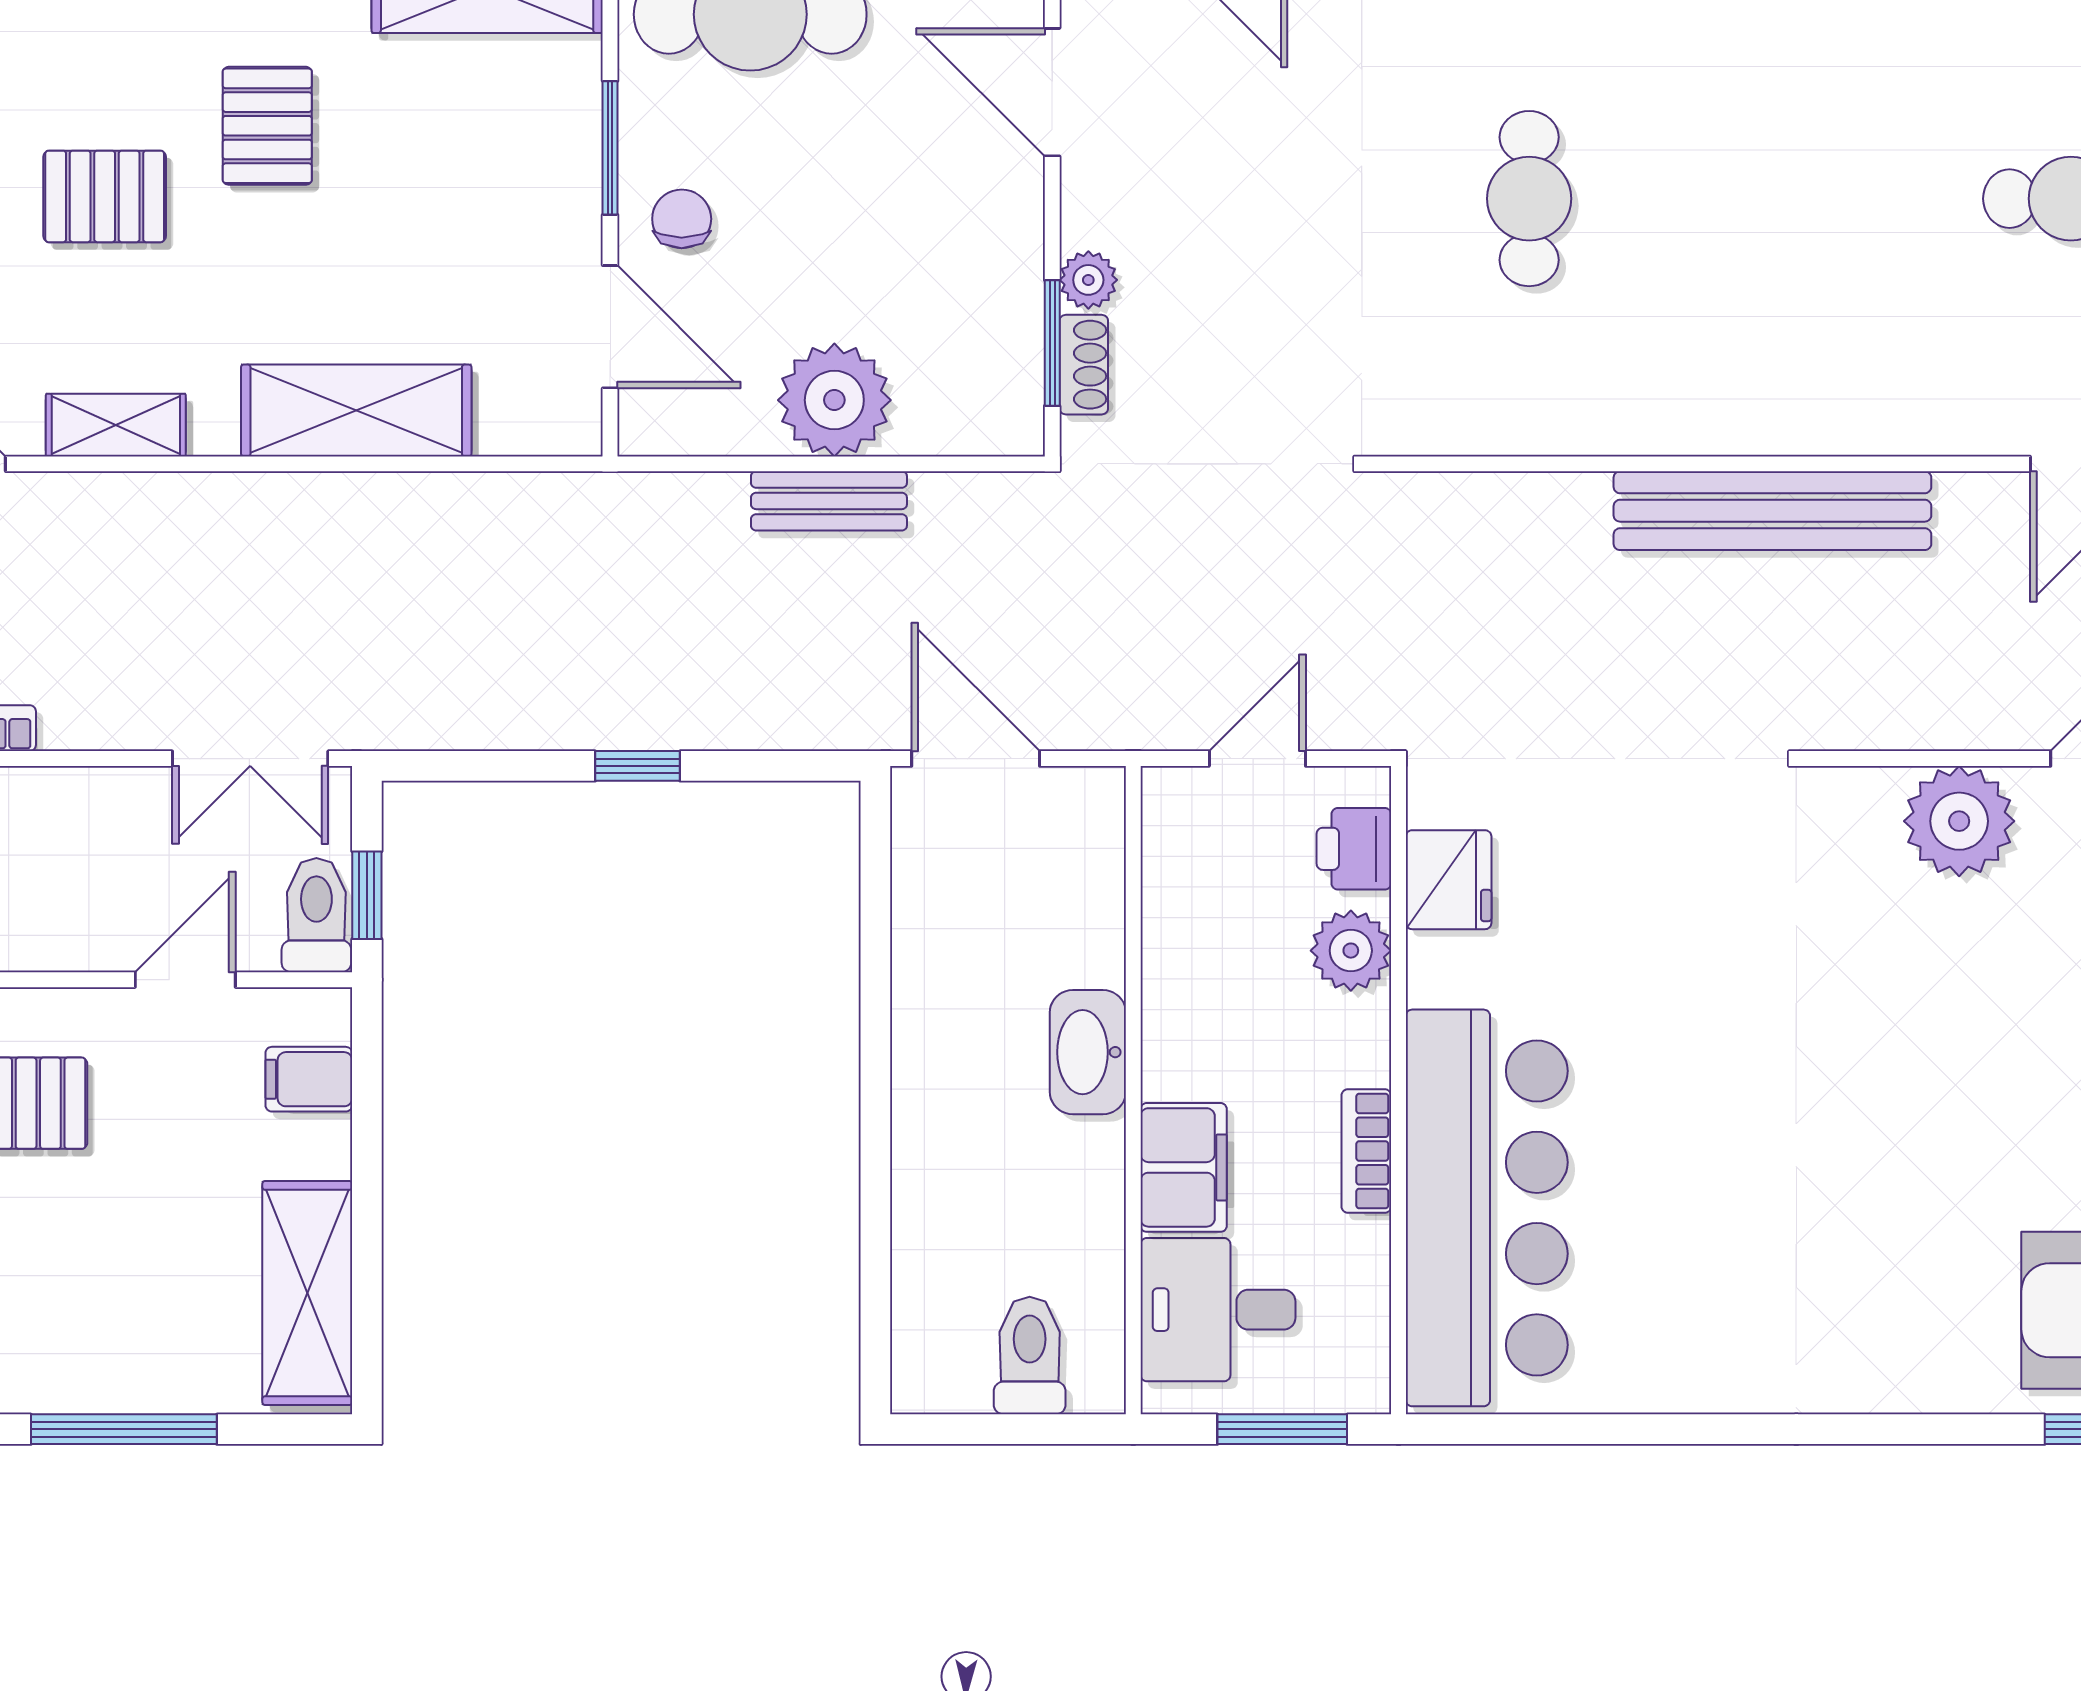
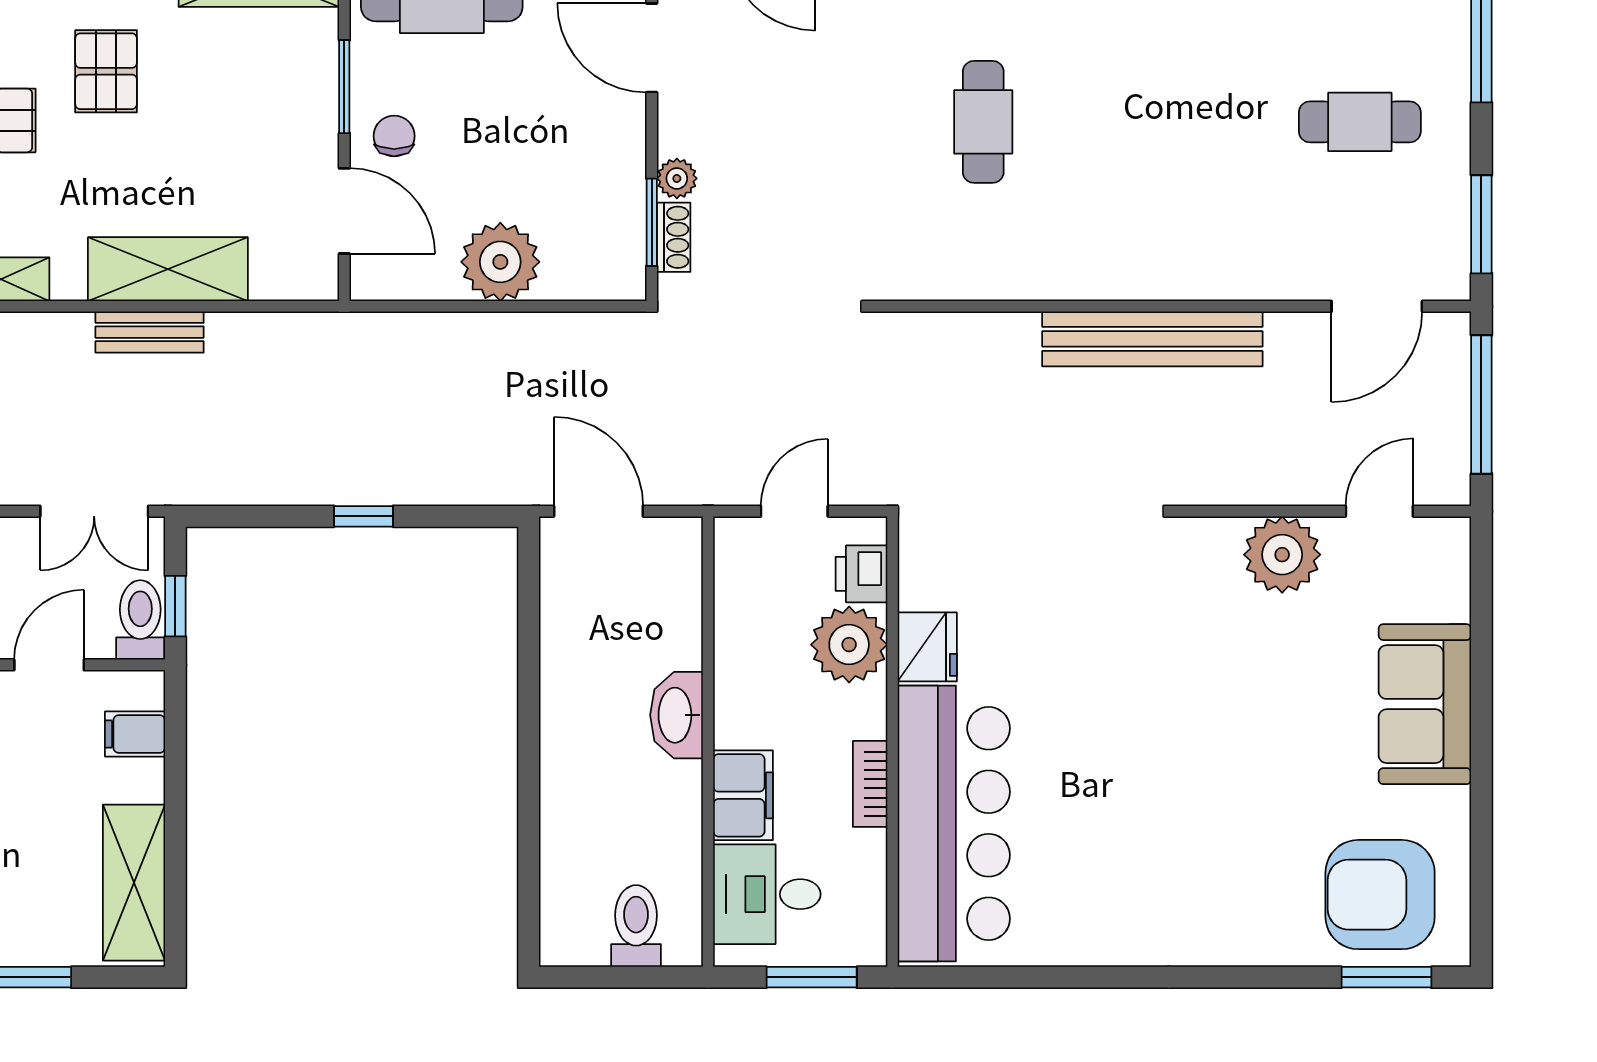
bench: (829, 501) -> (150, 332), moved
fridge: (1449, 880) -> (927, 647), moved
plant: (1351, 951) -> (849, 645), width x1.36, depth x1.36

